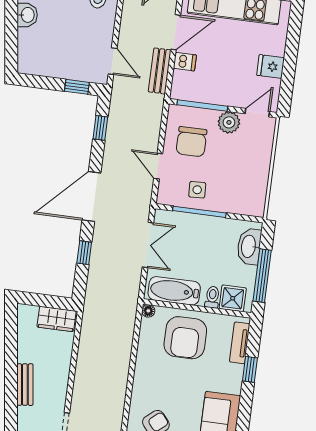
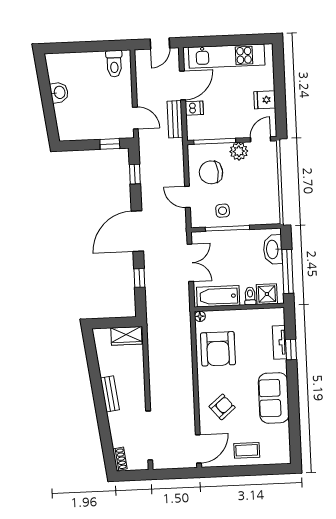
chair: (191, 142) -> (211, 172), turned 85
armchair: (185, 338) -> (218, 349), moved
tv unit: (240, 343) -> (279, 342), moved

